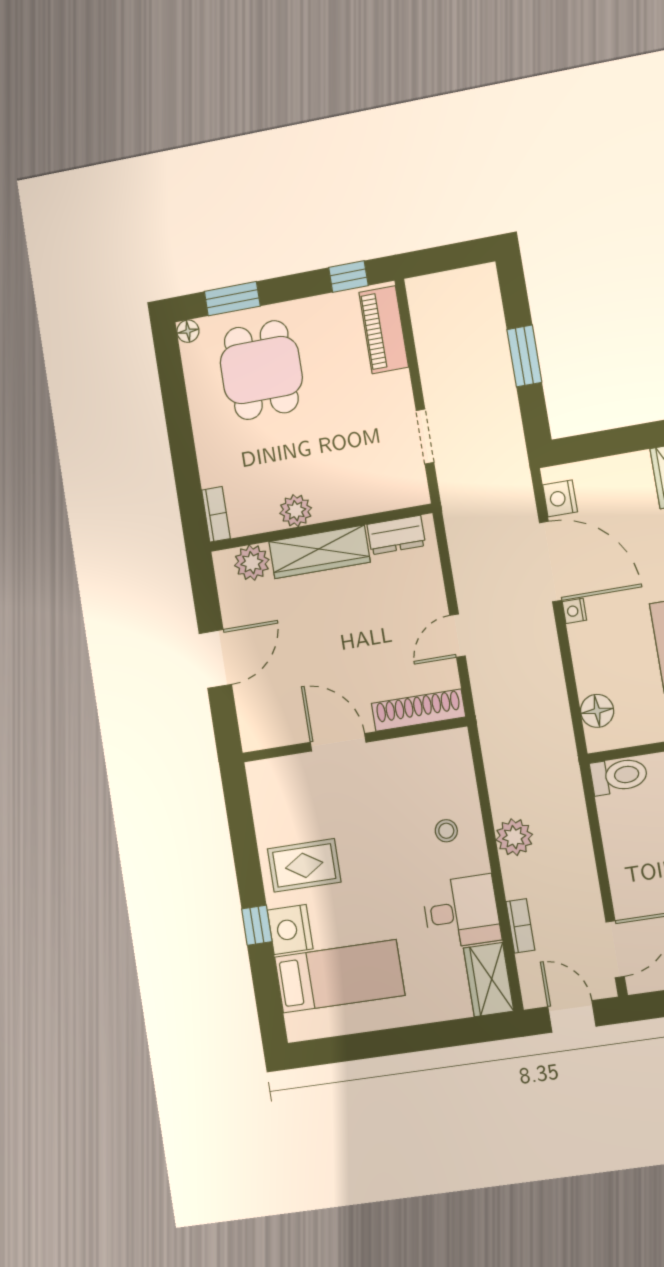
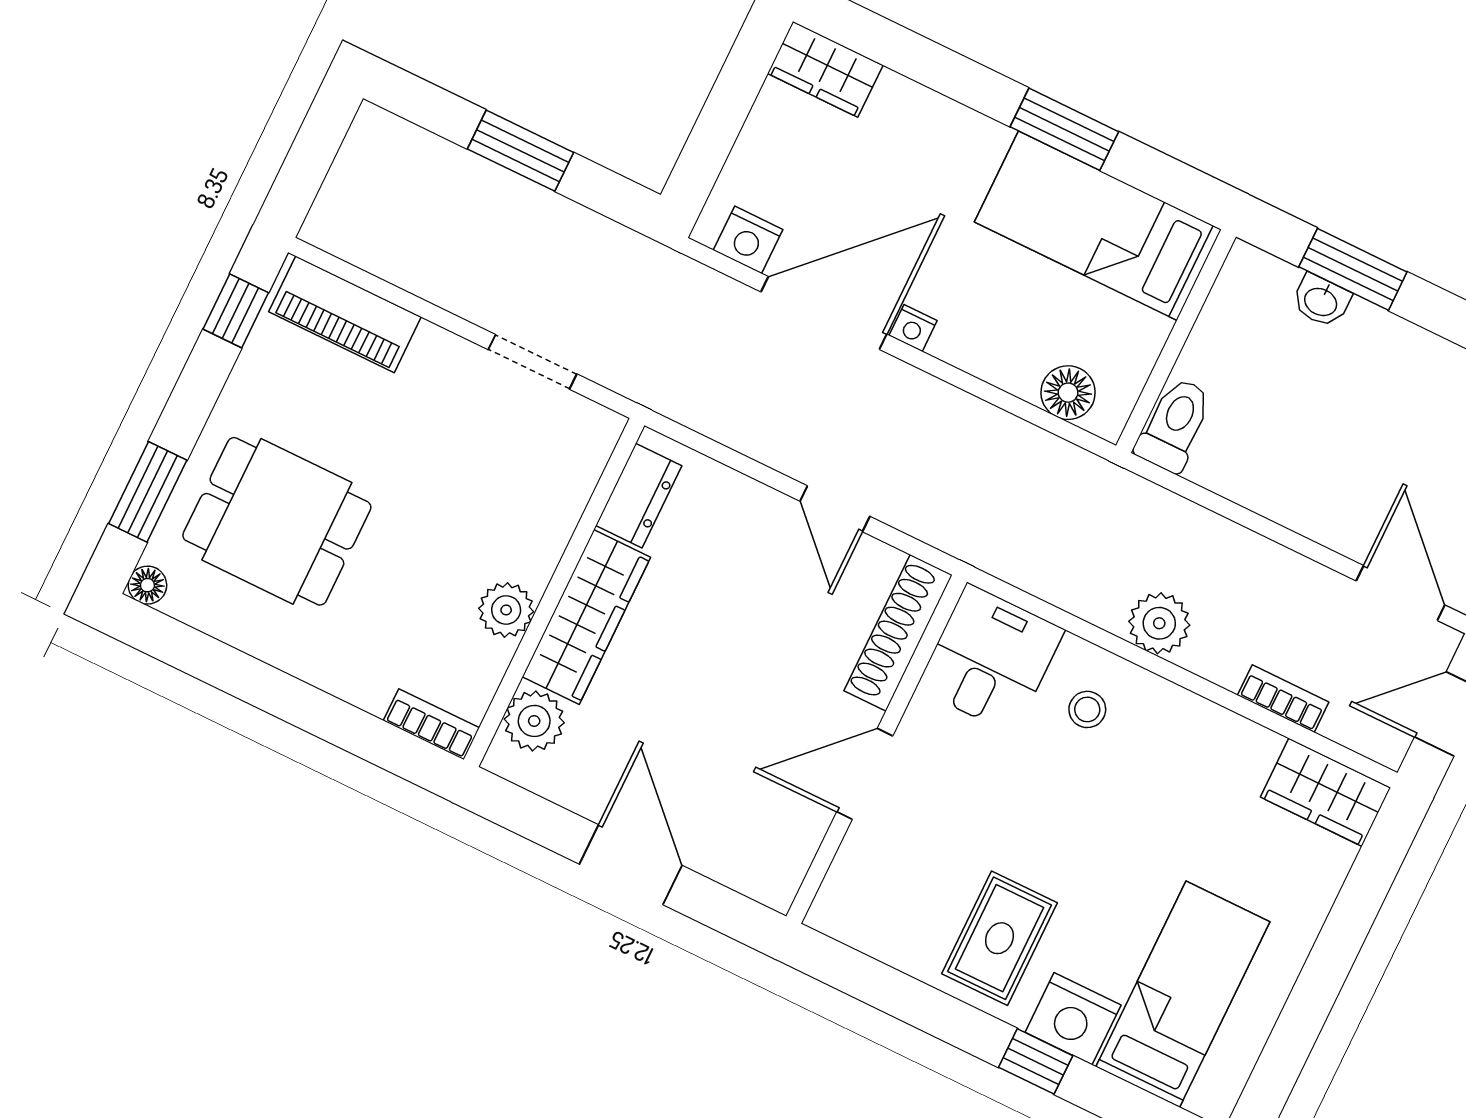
desk: (461, 912) -> (990, 659), moved

